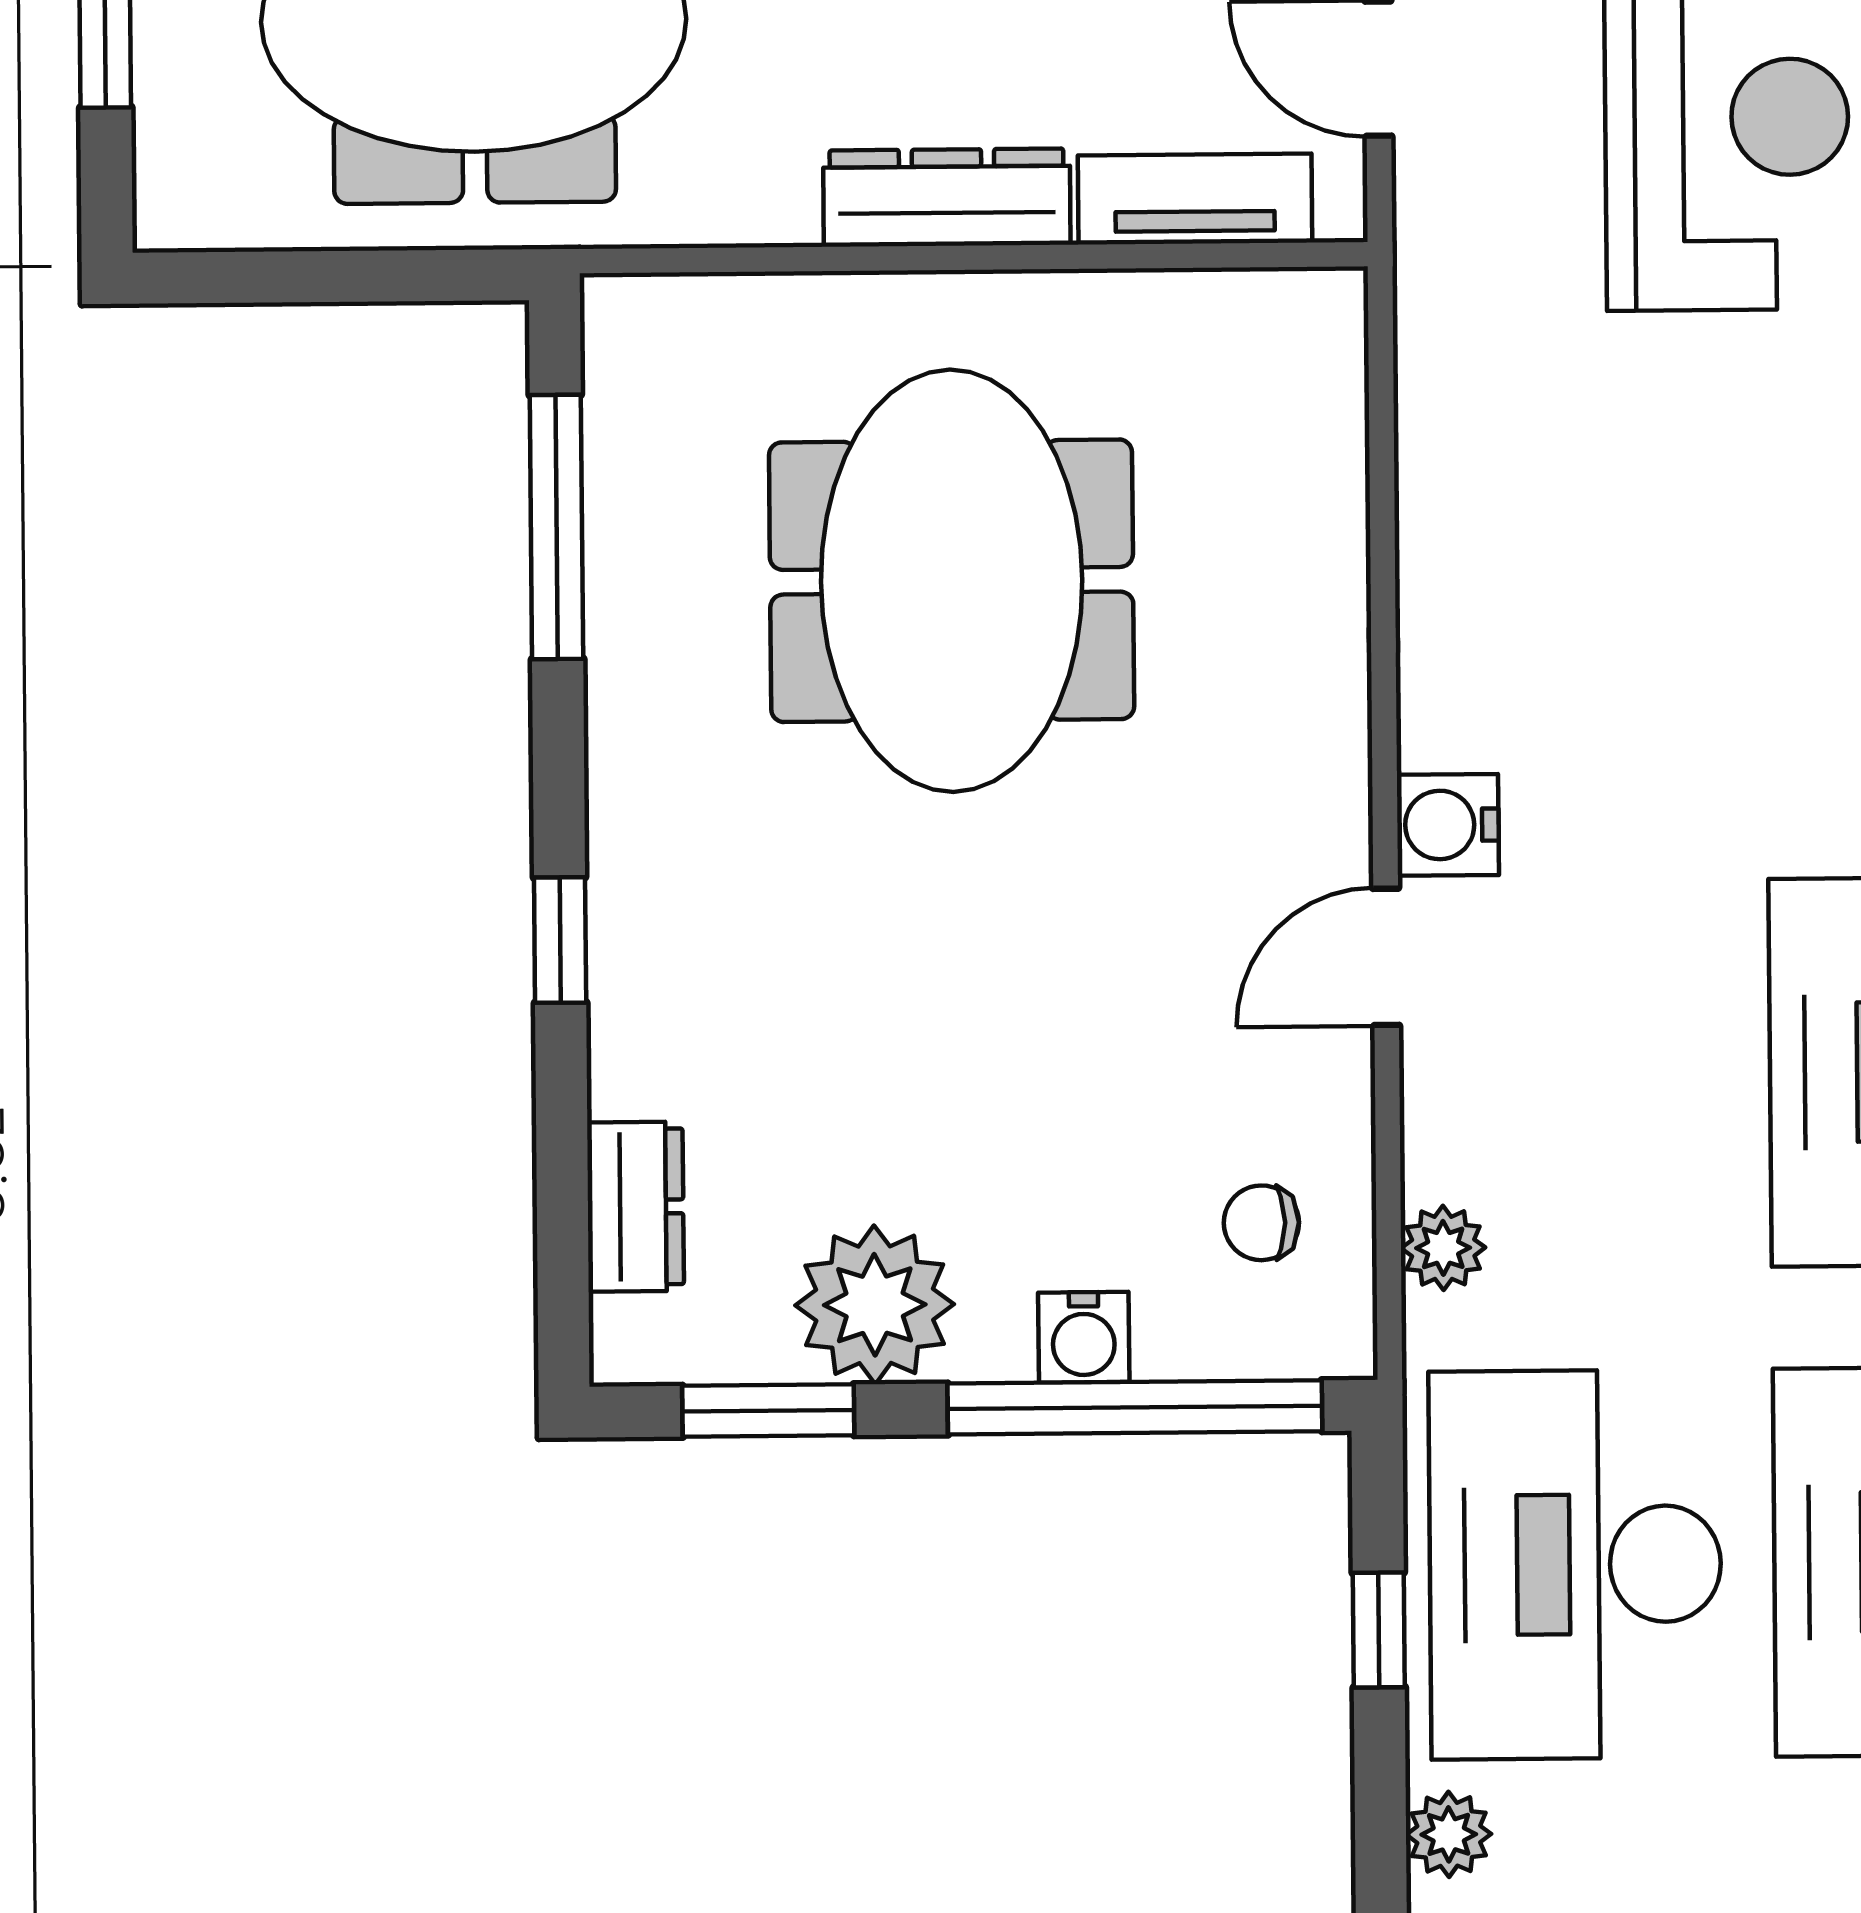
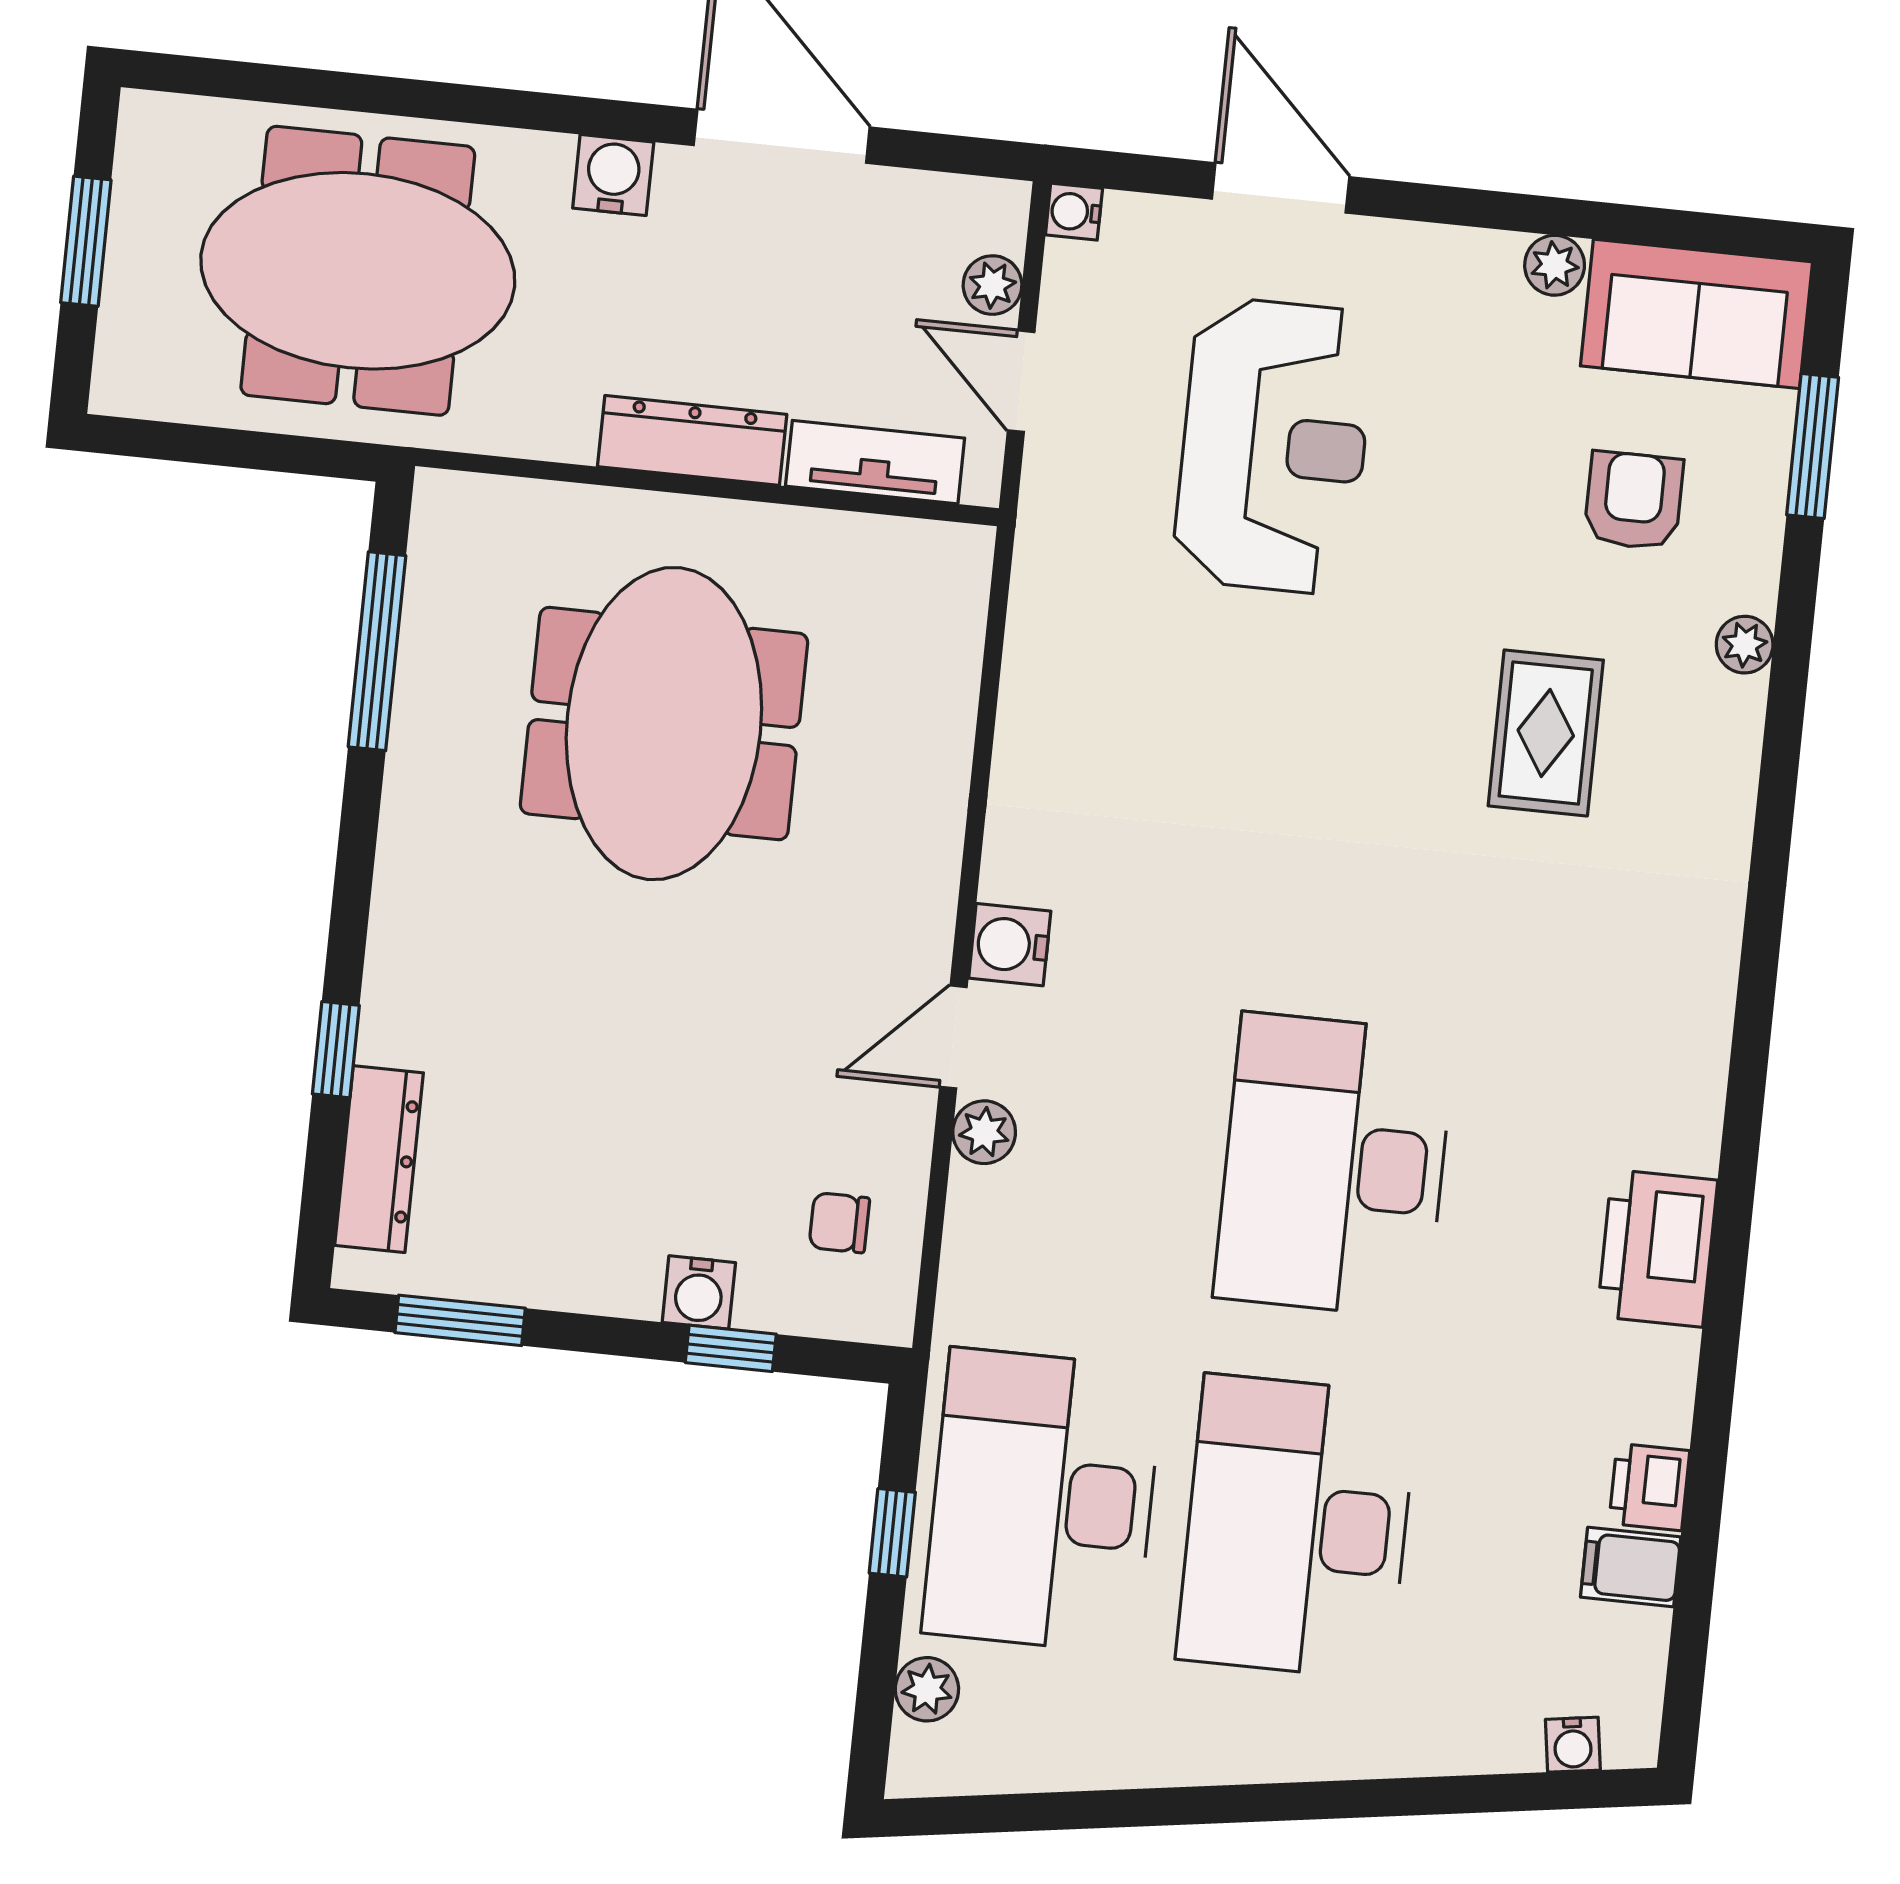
window: (560, 940) -> (336, 1050), moved
dresser: (635, 1207) -> (379, 1159), width x1.44
plant: (1443, 1248) -> (984, 1132), moved
plant: (875, 1305) -> (547, 1251), removed
window: (1135, 1407) -> (731, 1348), width x0.32

